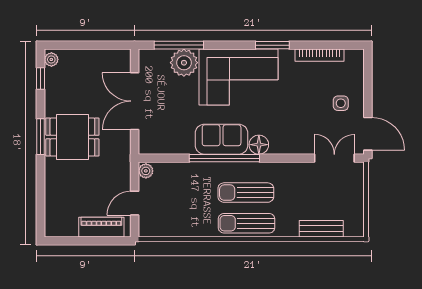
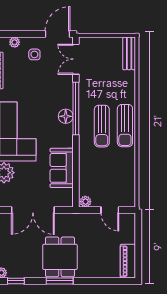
plant: (357, 77) -> (15, 42), added
sofa: (222, 139) -> (62, 168), moved
window: (224, 158) -> (76, 108), moved
piano: (101, 227) -> (128, 261), moved
bench: (321, 229) -> (129, 53), moved

